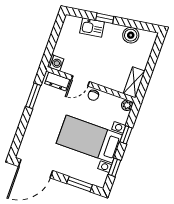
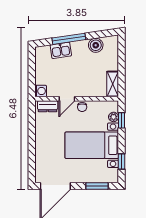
window: (105, 18) -> (69, 39), width x2.17
window: (33, 96) -> (32, 126), removed
plant: (127, 105) -> (114, 117), moved
window: (126, 135) -> (121, 120), moved

